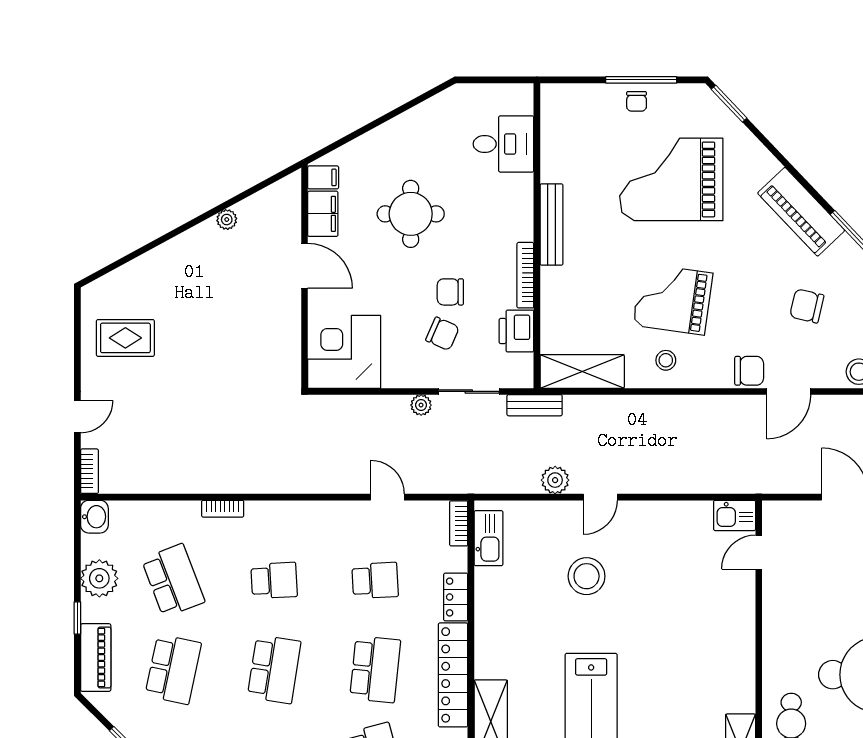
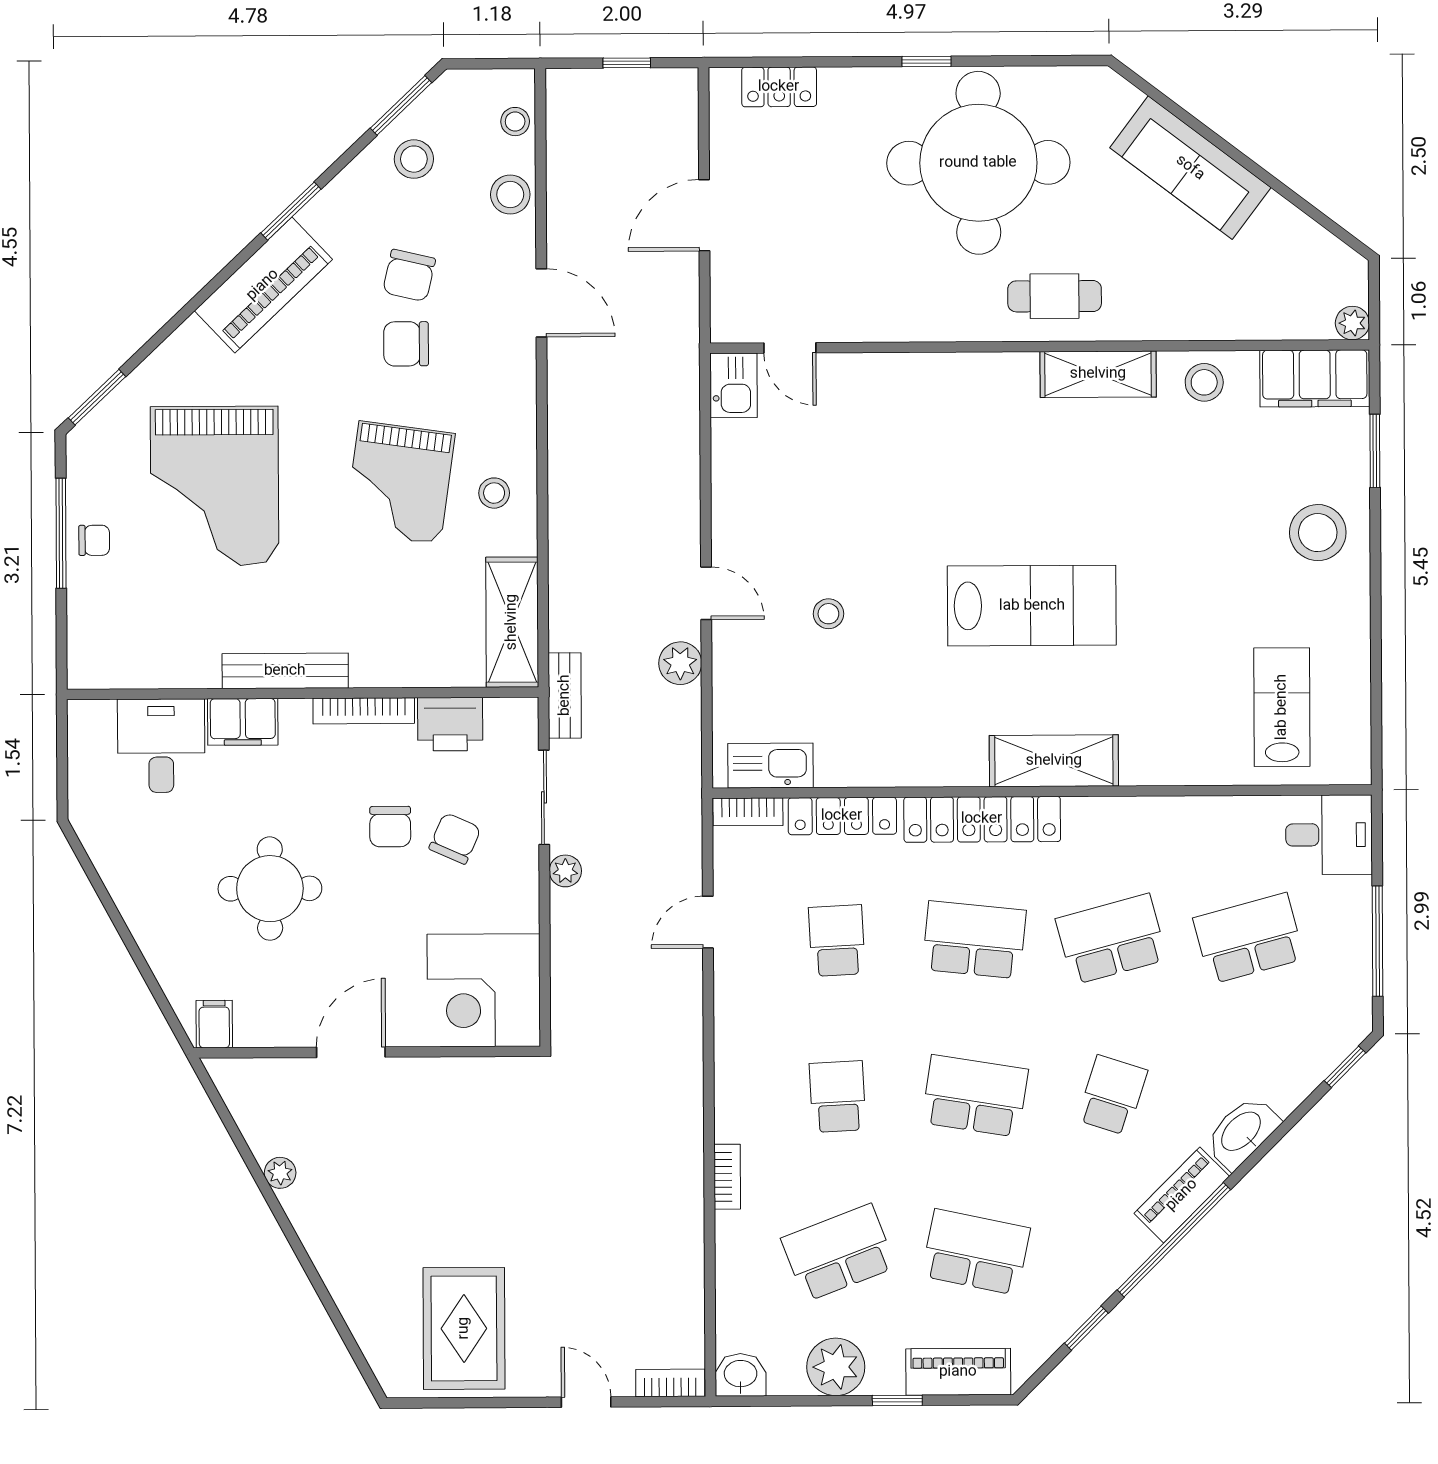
filing cabinet: (323, 214) -> (243, 722), moved, turned 180
rug: (125, 338) -> (464, 1328), width x1.36, depth x1.43
chair: (749, 371) -> (406, 344), moved, turned -90
stool: (587, 576) -> (828, 614), width x0.53, depth x0.53
locker: (456, 597) -> (842, 816), width x1.53

